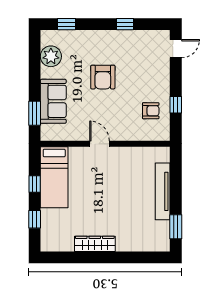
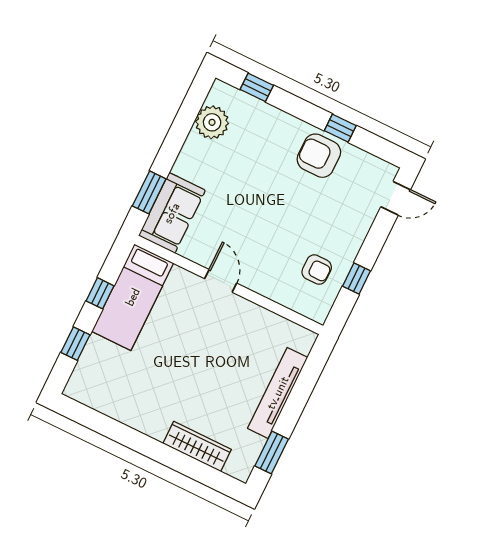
armchair: (103, 77) -> (319, 156), moved, turned 90
sofa: (53, 101) -> (172, 213), moved
wardrobe: (95, 244) -> (197, 446), moved

